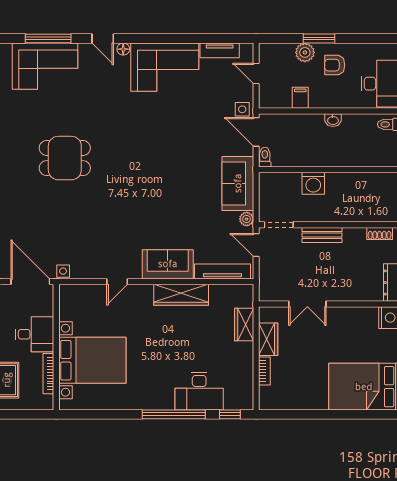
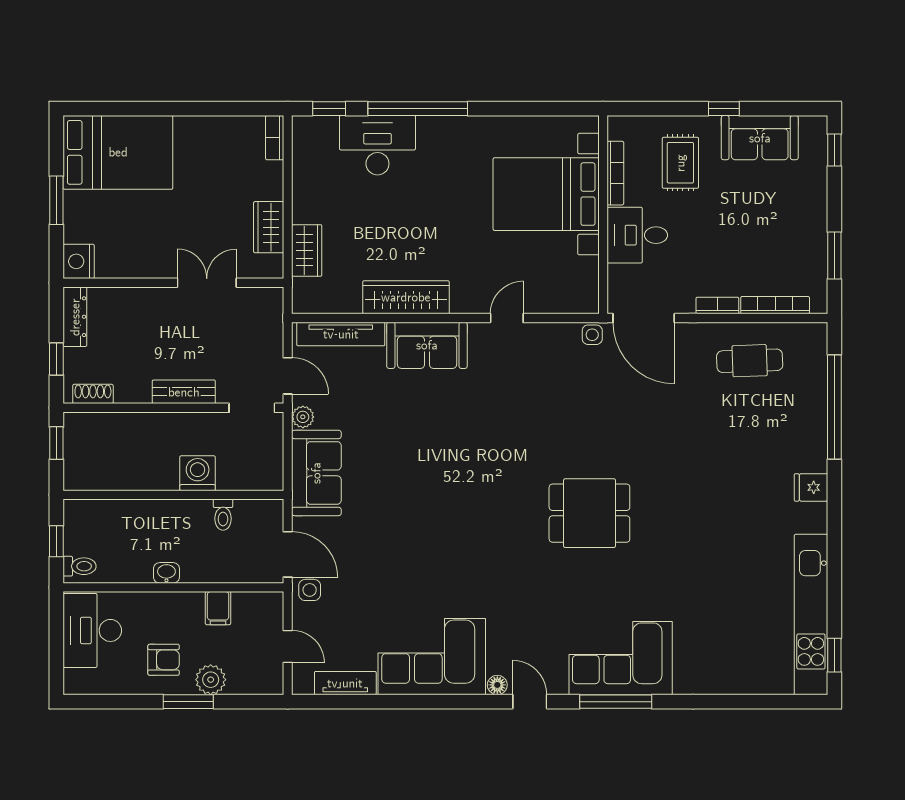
toilet: (265, 157) -> (223, 515), moved
bookcase: (264, 371) -> (275, 138), moved

